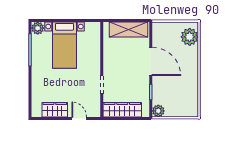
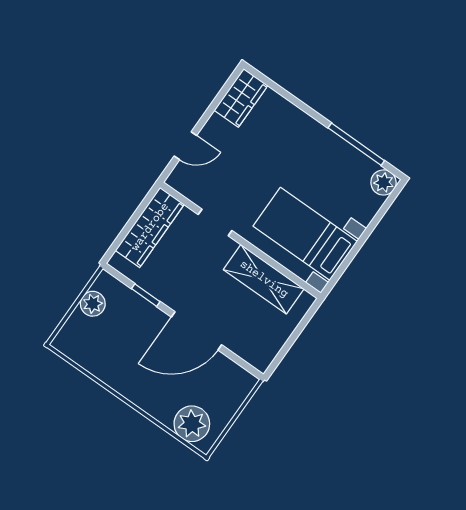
shelving: (129, 30) -> (264, 279), moved, turned 90
bed with nightstands: (65, 45) -> (305, 234), moved
wardrobe: (55, 110) -> (241, 98), moved
plant: (158, 111) -> (93, 304), moved

